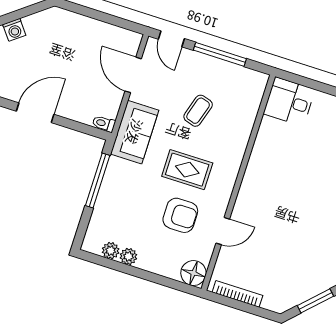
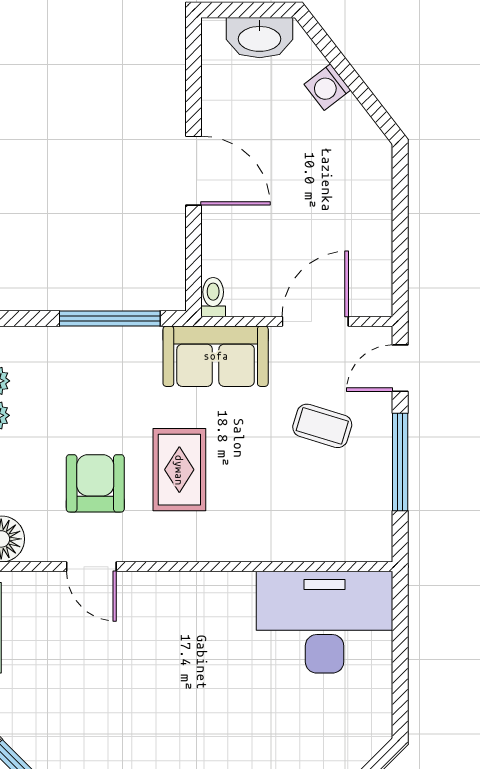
desk: (289, 102) -> (325, 622), width x1.87, depth x1.30
coffee table: (198, 111) -> (322, 426), moved
armchair: (180, 215) -> (95, 483), turned 180

